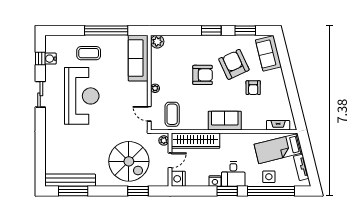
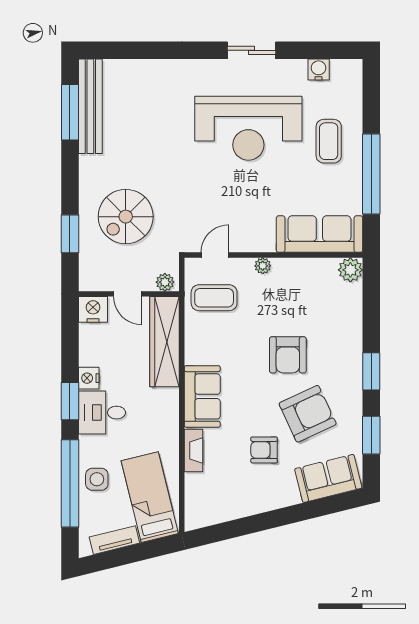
window: (40, 59) -> (319, 50), removed
fireplace: (278, 125) -> (194, 450), moved
spiral stairs: (129, 161) -> (126, 217), width x0.73, depth x0.73

